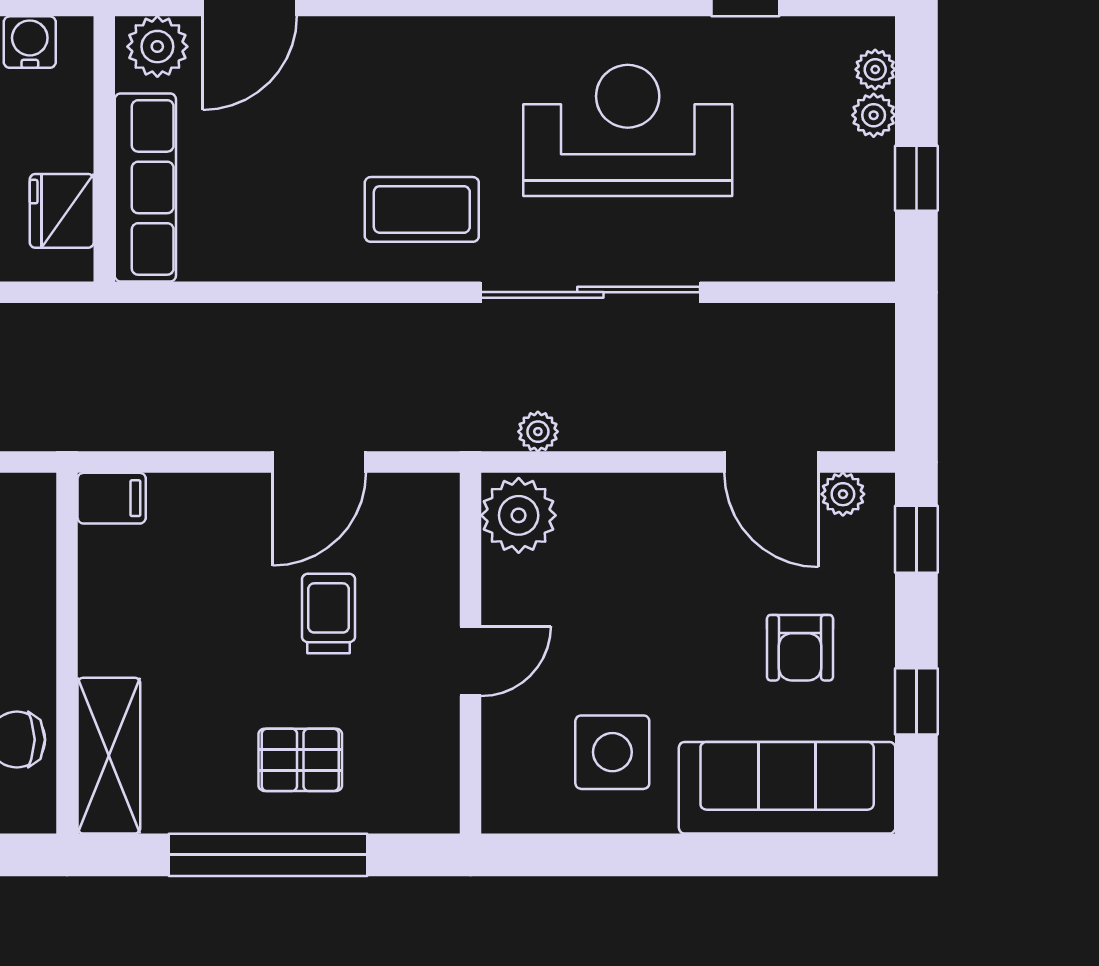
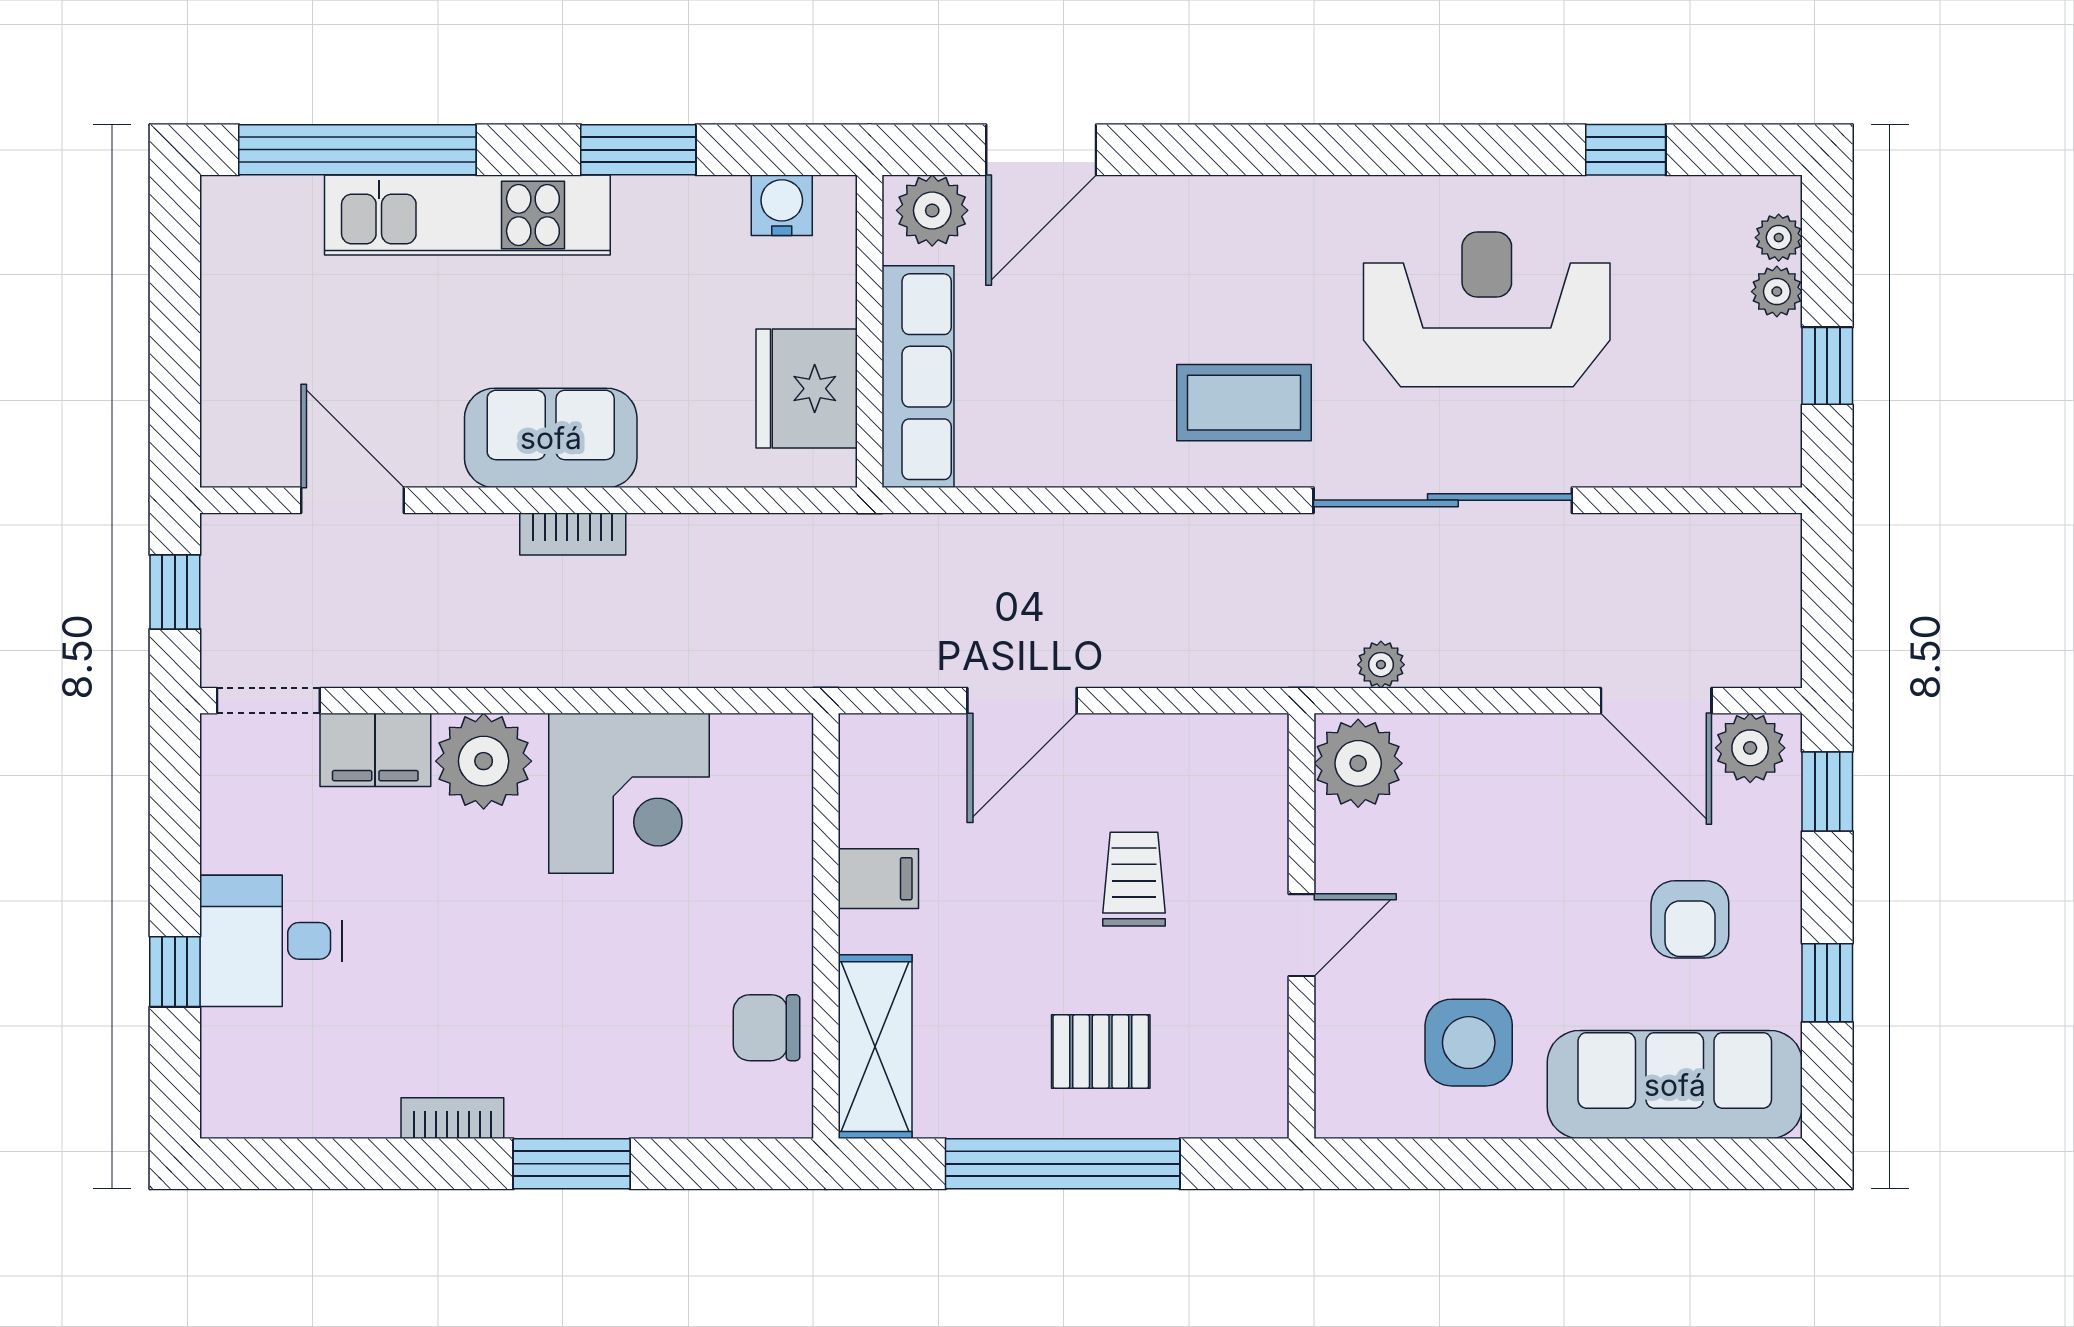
fridge: (62, 211) -> (807, 389), width x1.36, depth x1.34
door: (319, 462) -> (1022, 701), moved
plant: (843, 494) -> (1750, 748), width x1.38, depth x1.38
filing cabinet: (112, 498) -> (878, 879), moved

